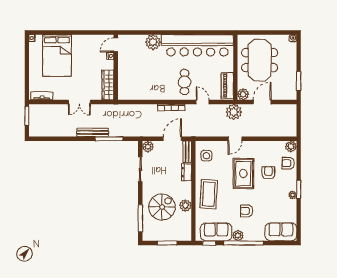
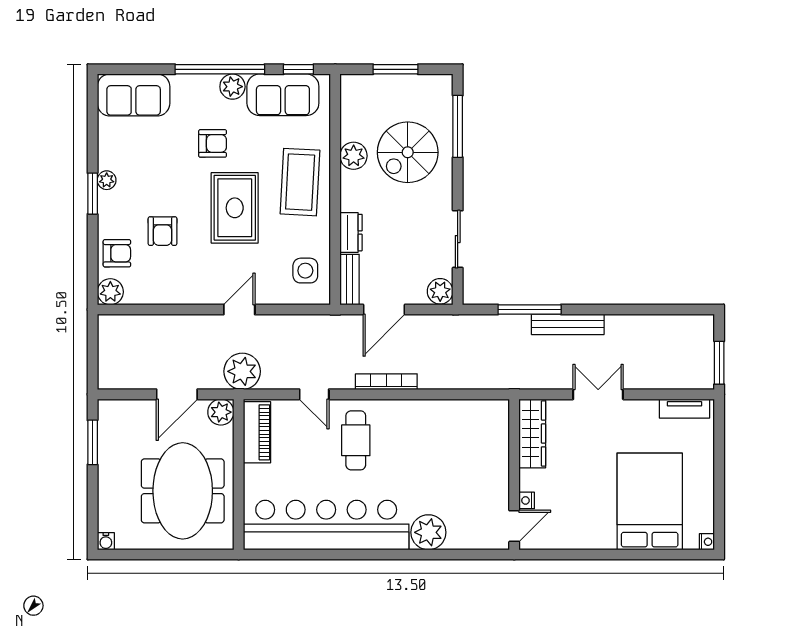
rug: (243, 174) -> (235, 208), moved

